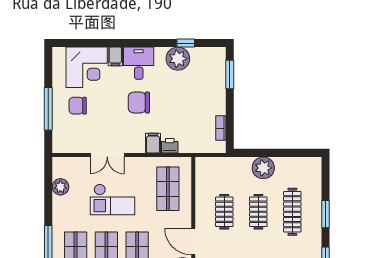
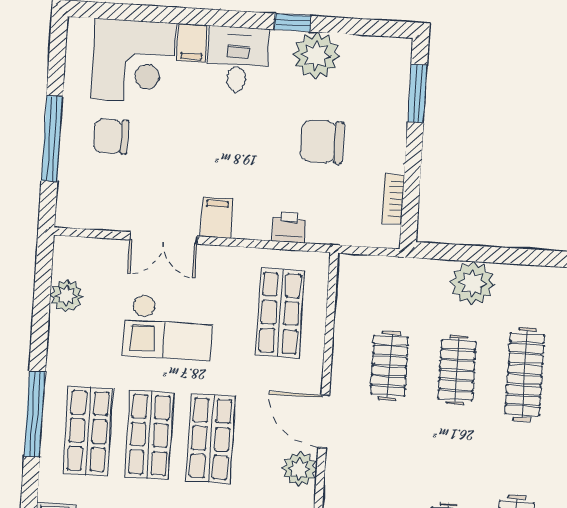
window: (186, 43) -> (293, 23), moved
chair: (139, 103) -> (322, 142), moved
filing cabinet: (153, 143) -> (217, 218), moved

